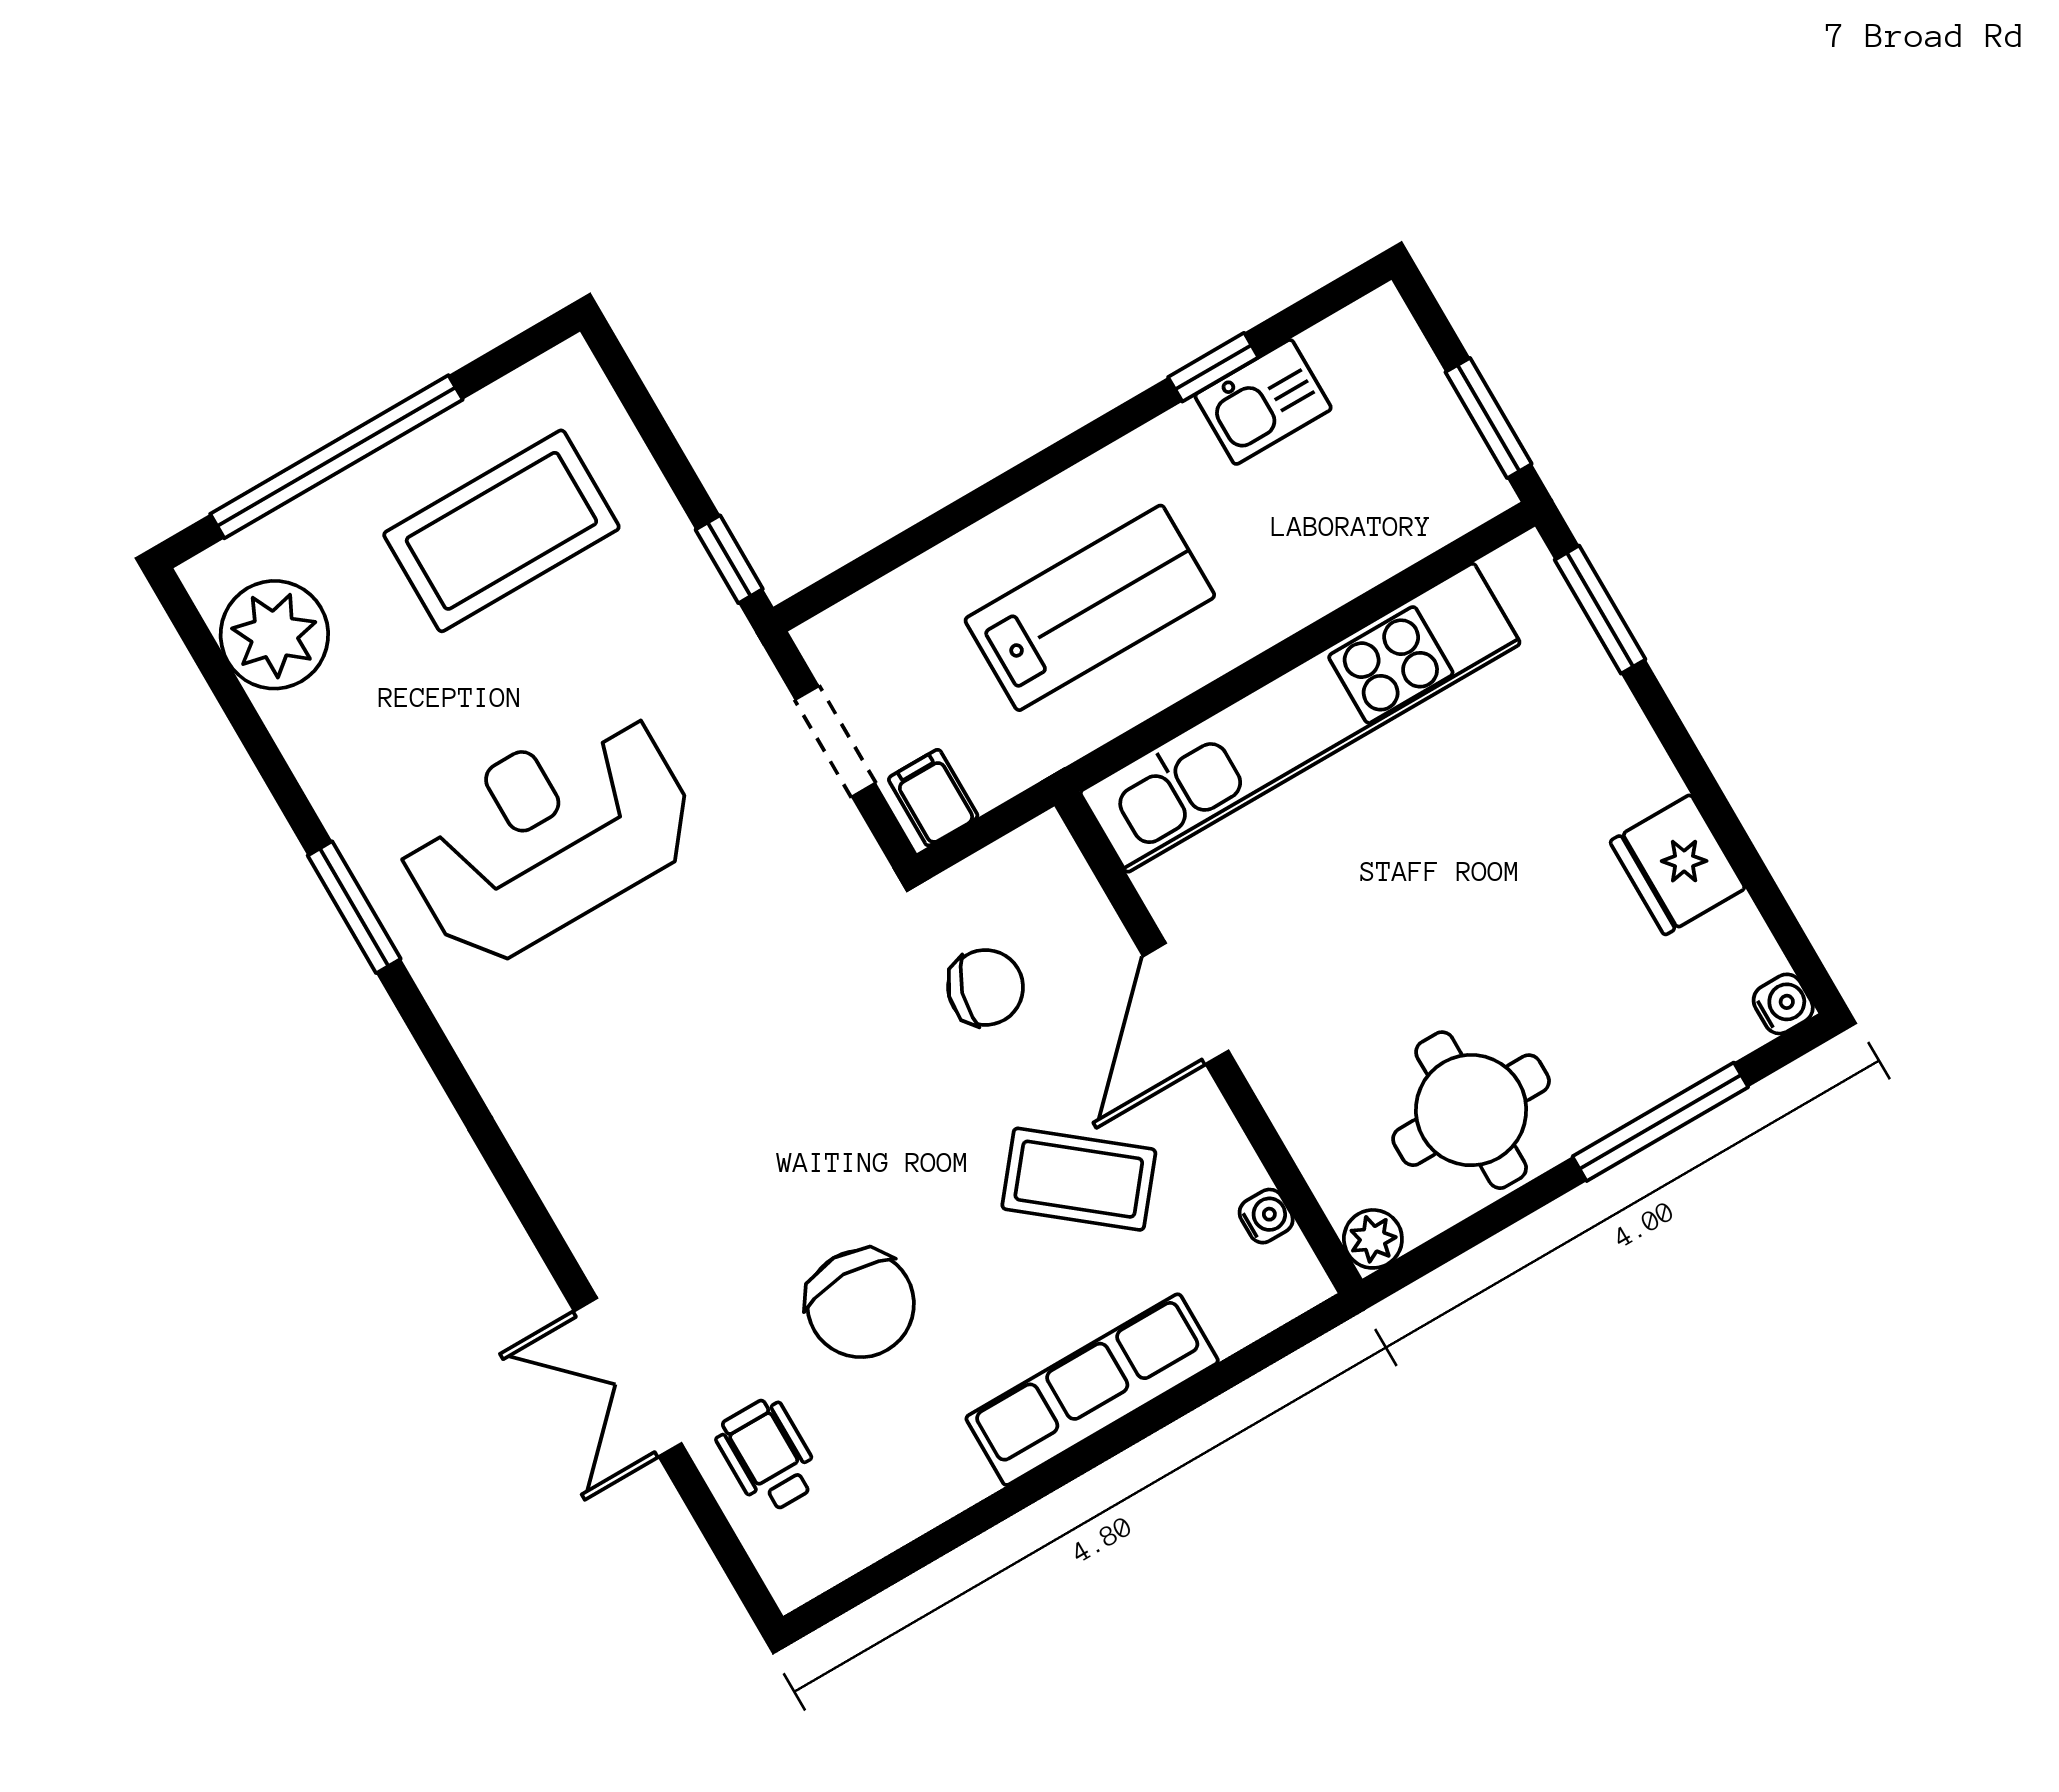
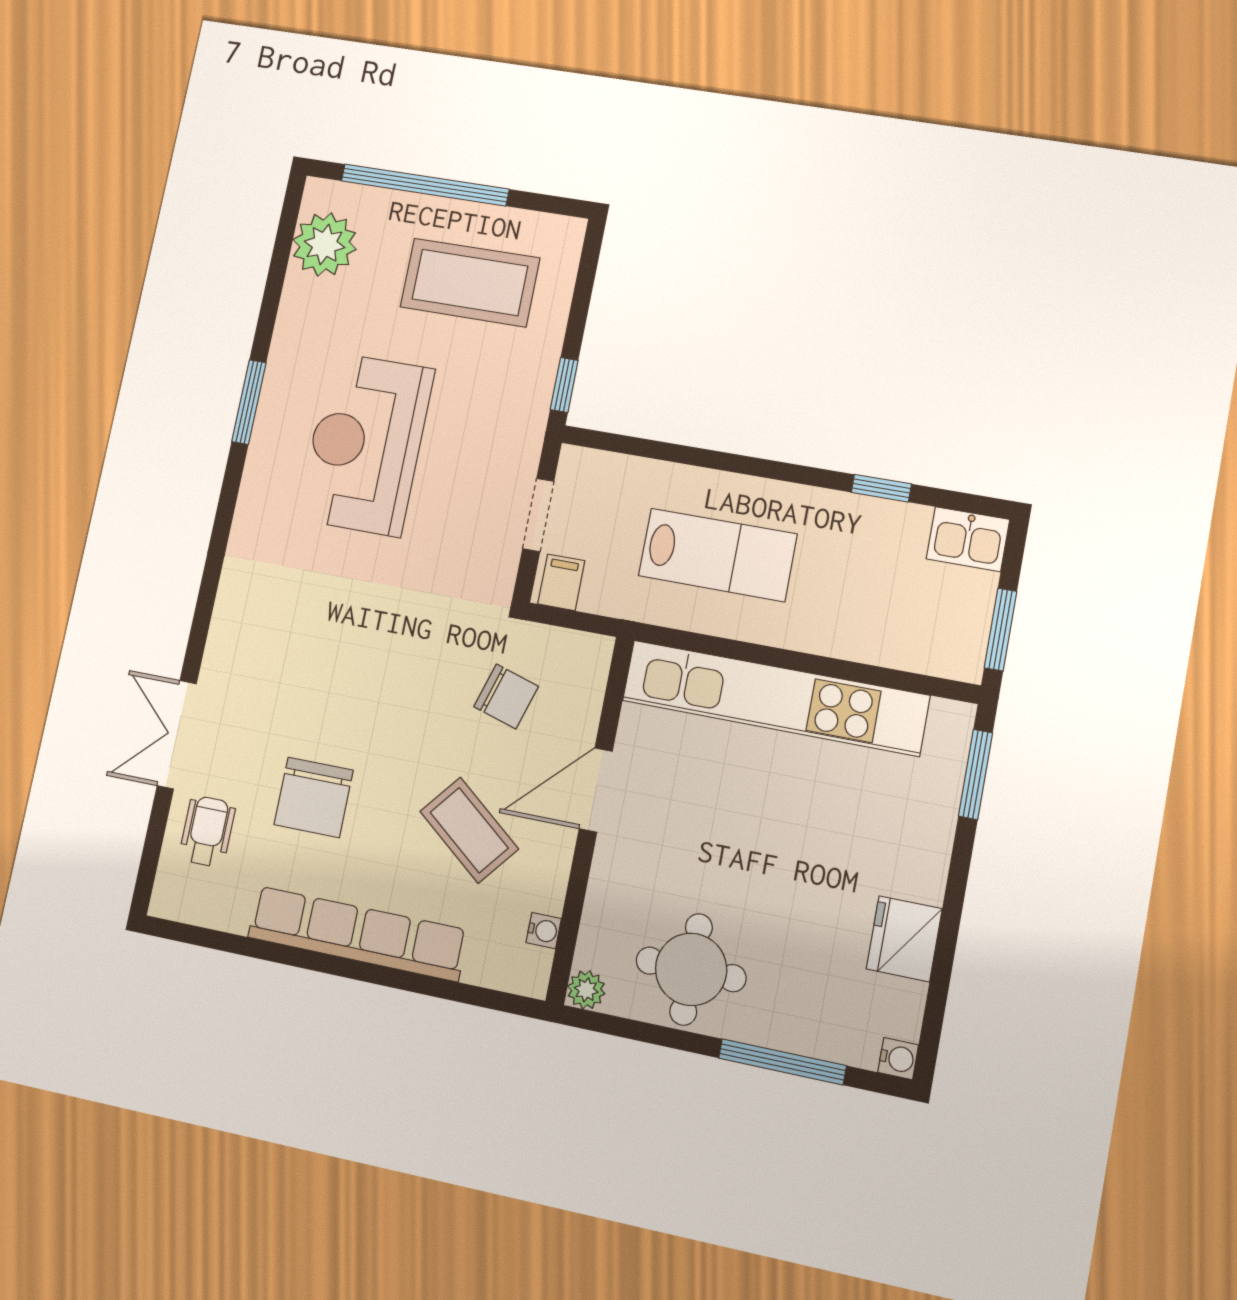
kitchen sink: (1263, 402) -> (968, 539), moved
reception desk: (548, 835) -> (366, 444), turned -90
row of seats: (1092, 1390) -> (357, 934), width x1.36

